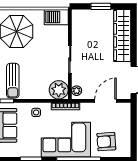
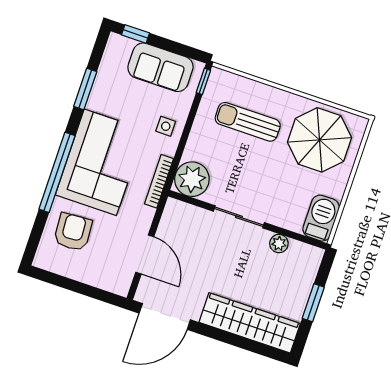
sun lounger: (13, 81) -> (248, 122), moved
plant: (77, 91) -> (279, 244), moved

